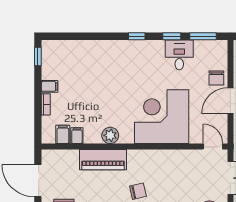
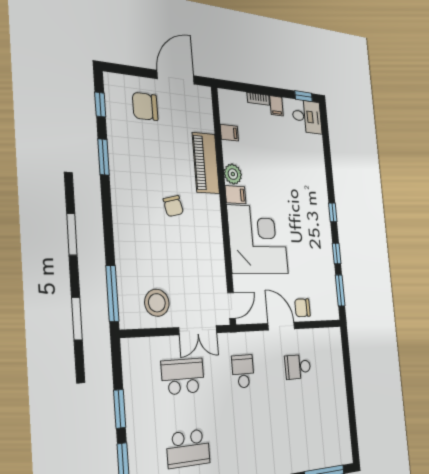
desk: (179, 55) -> (307, 117), moved
filing cabinet: (63, 134) -> (236, 195), moved

